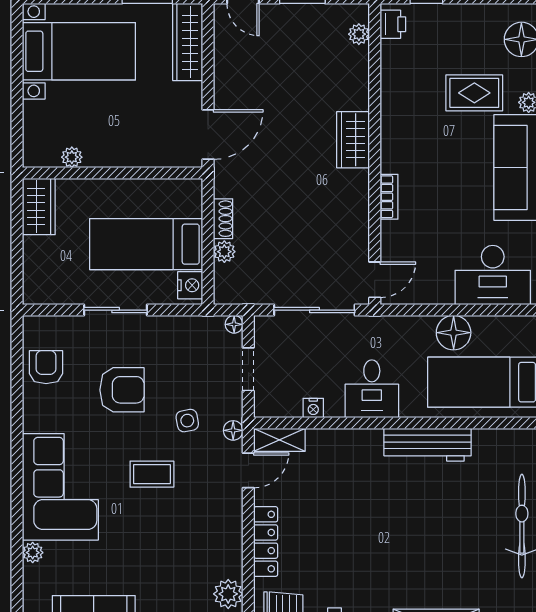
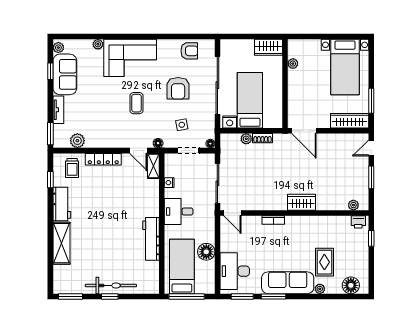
sliding door: (116, 310) -> (217, 85), width x1.86
side table: (187, 421) -> (182, 125), moved

